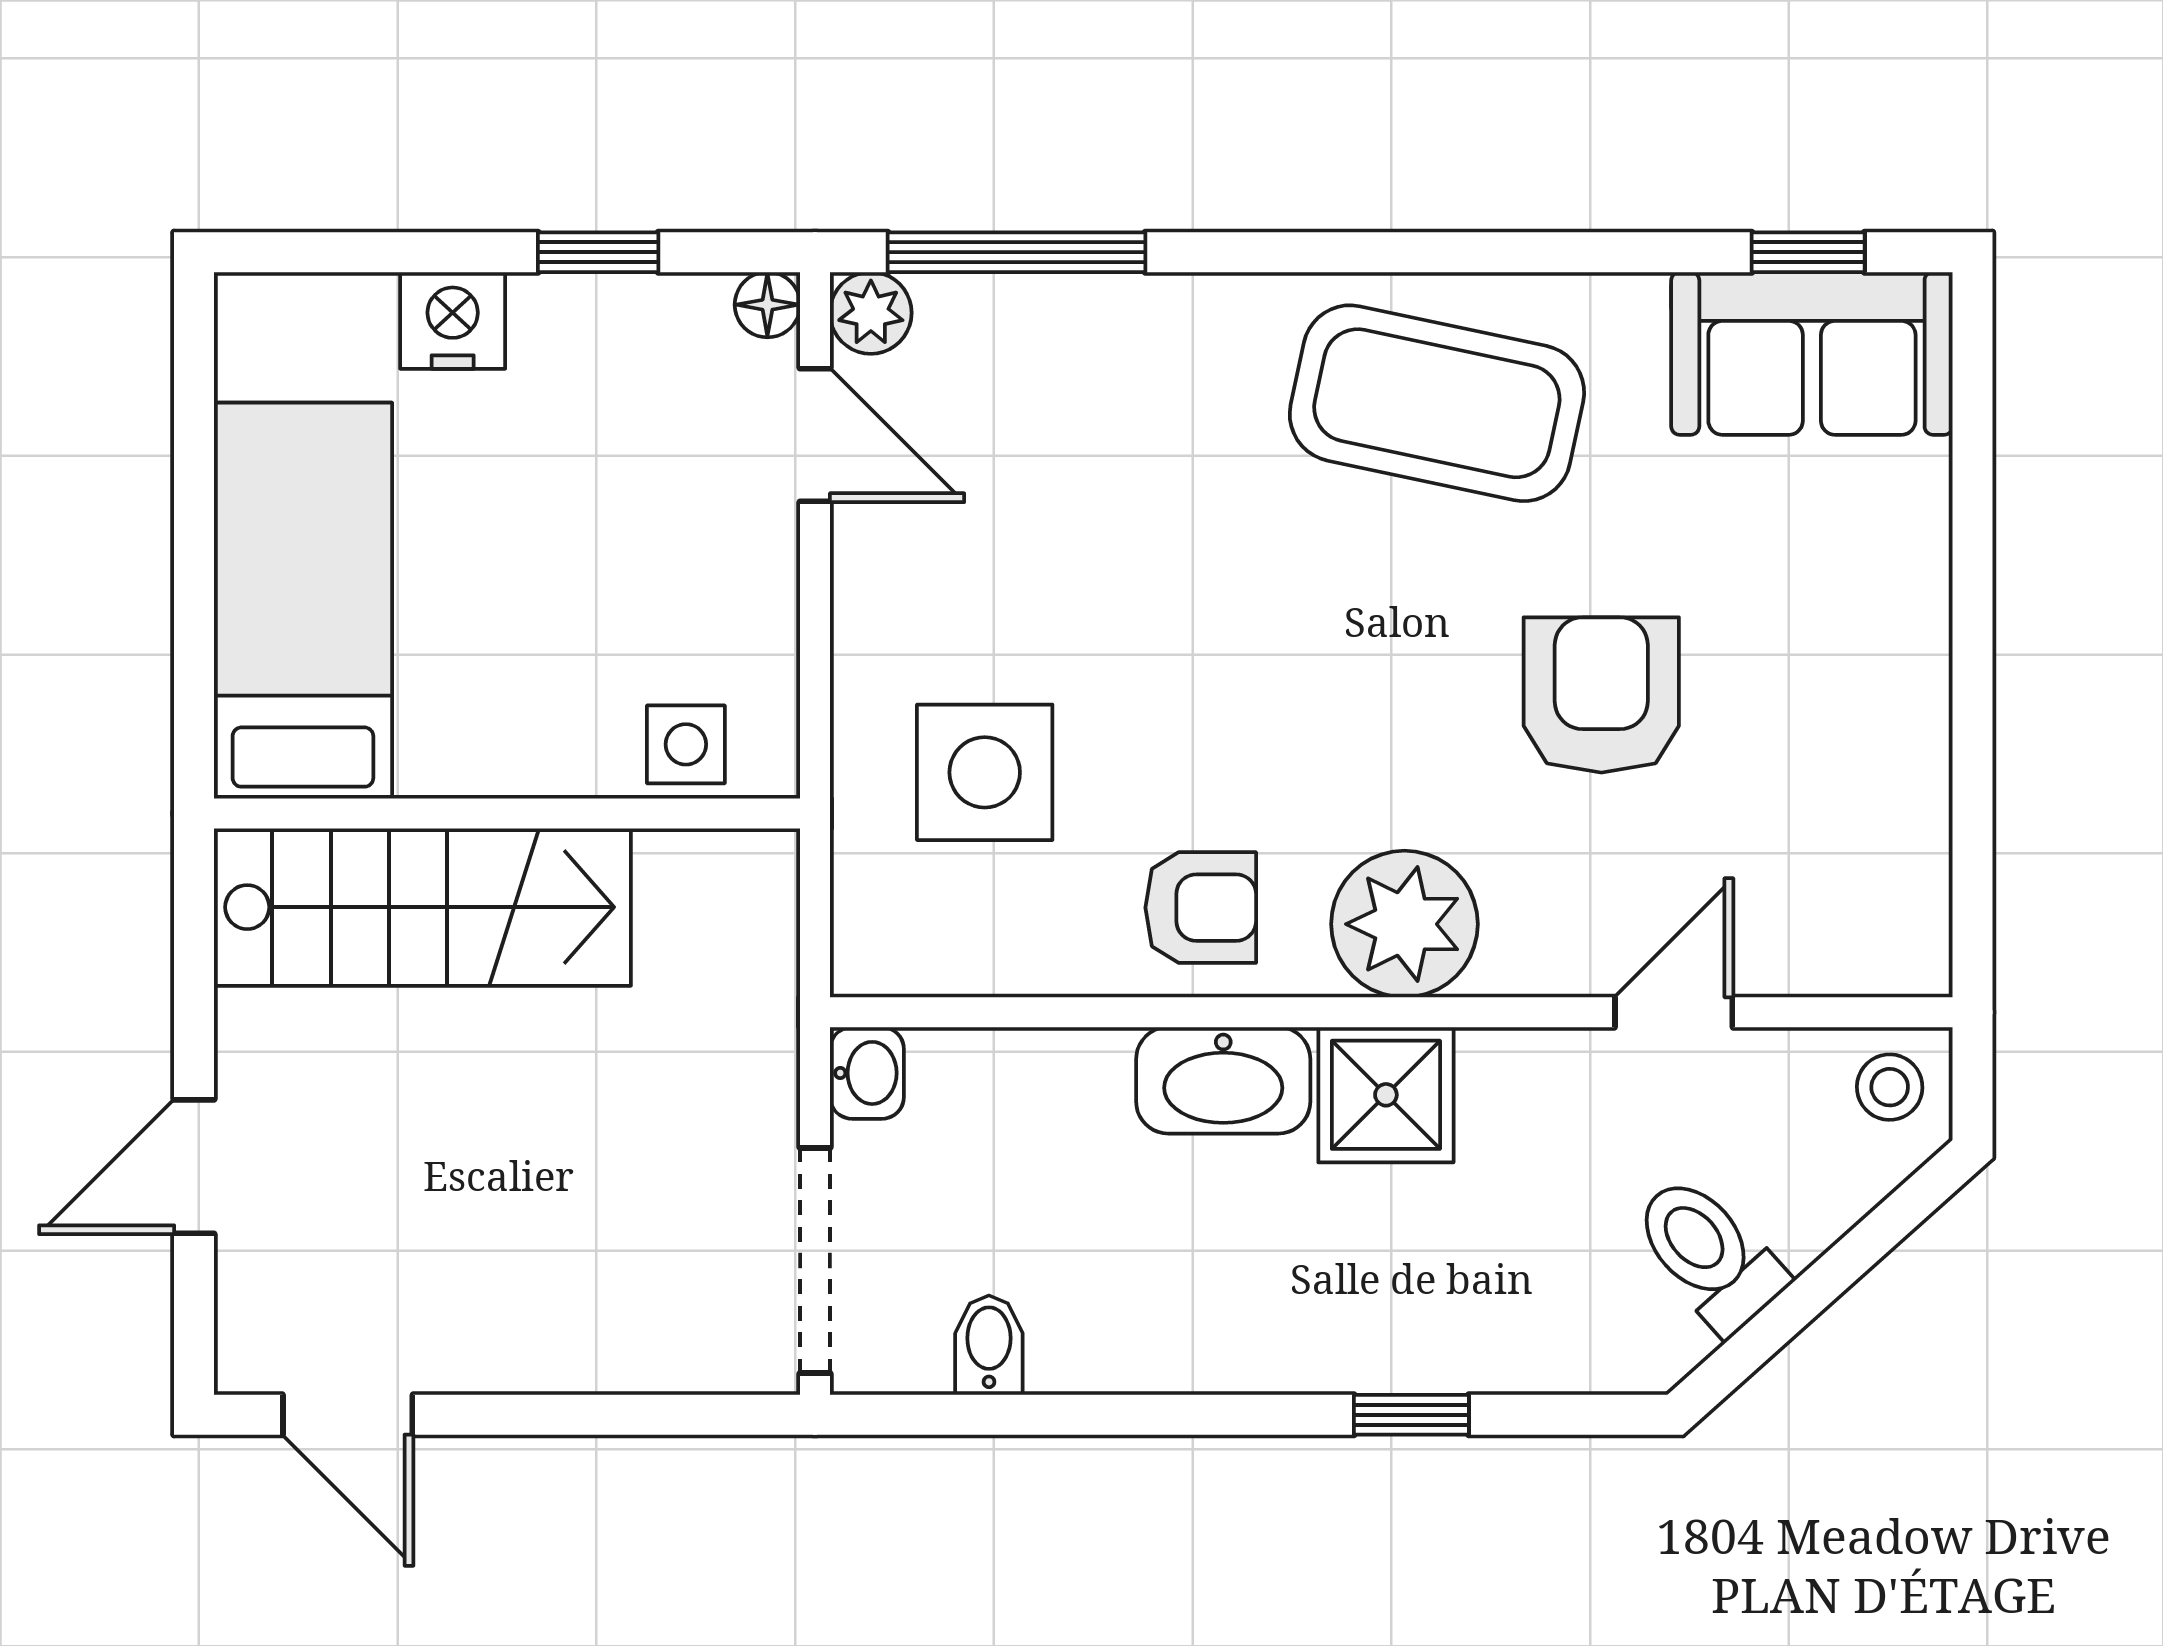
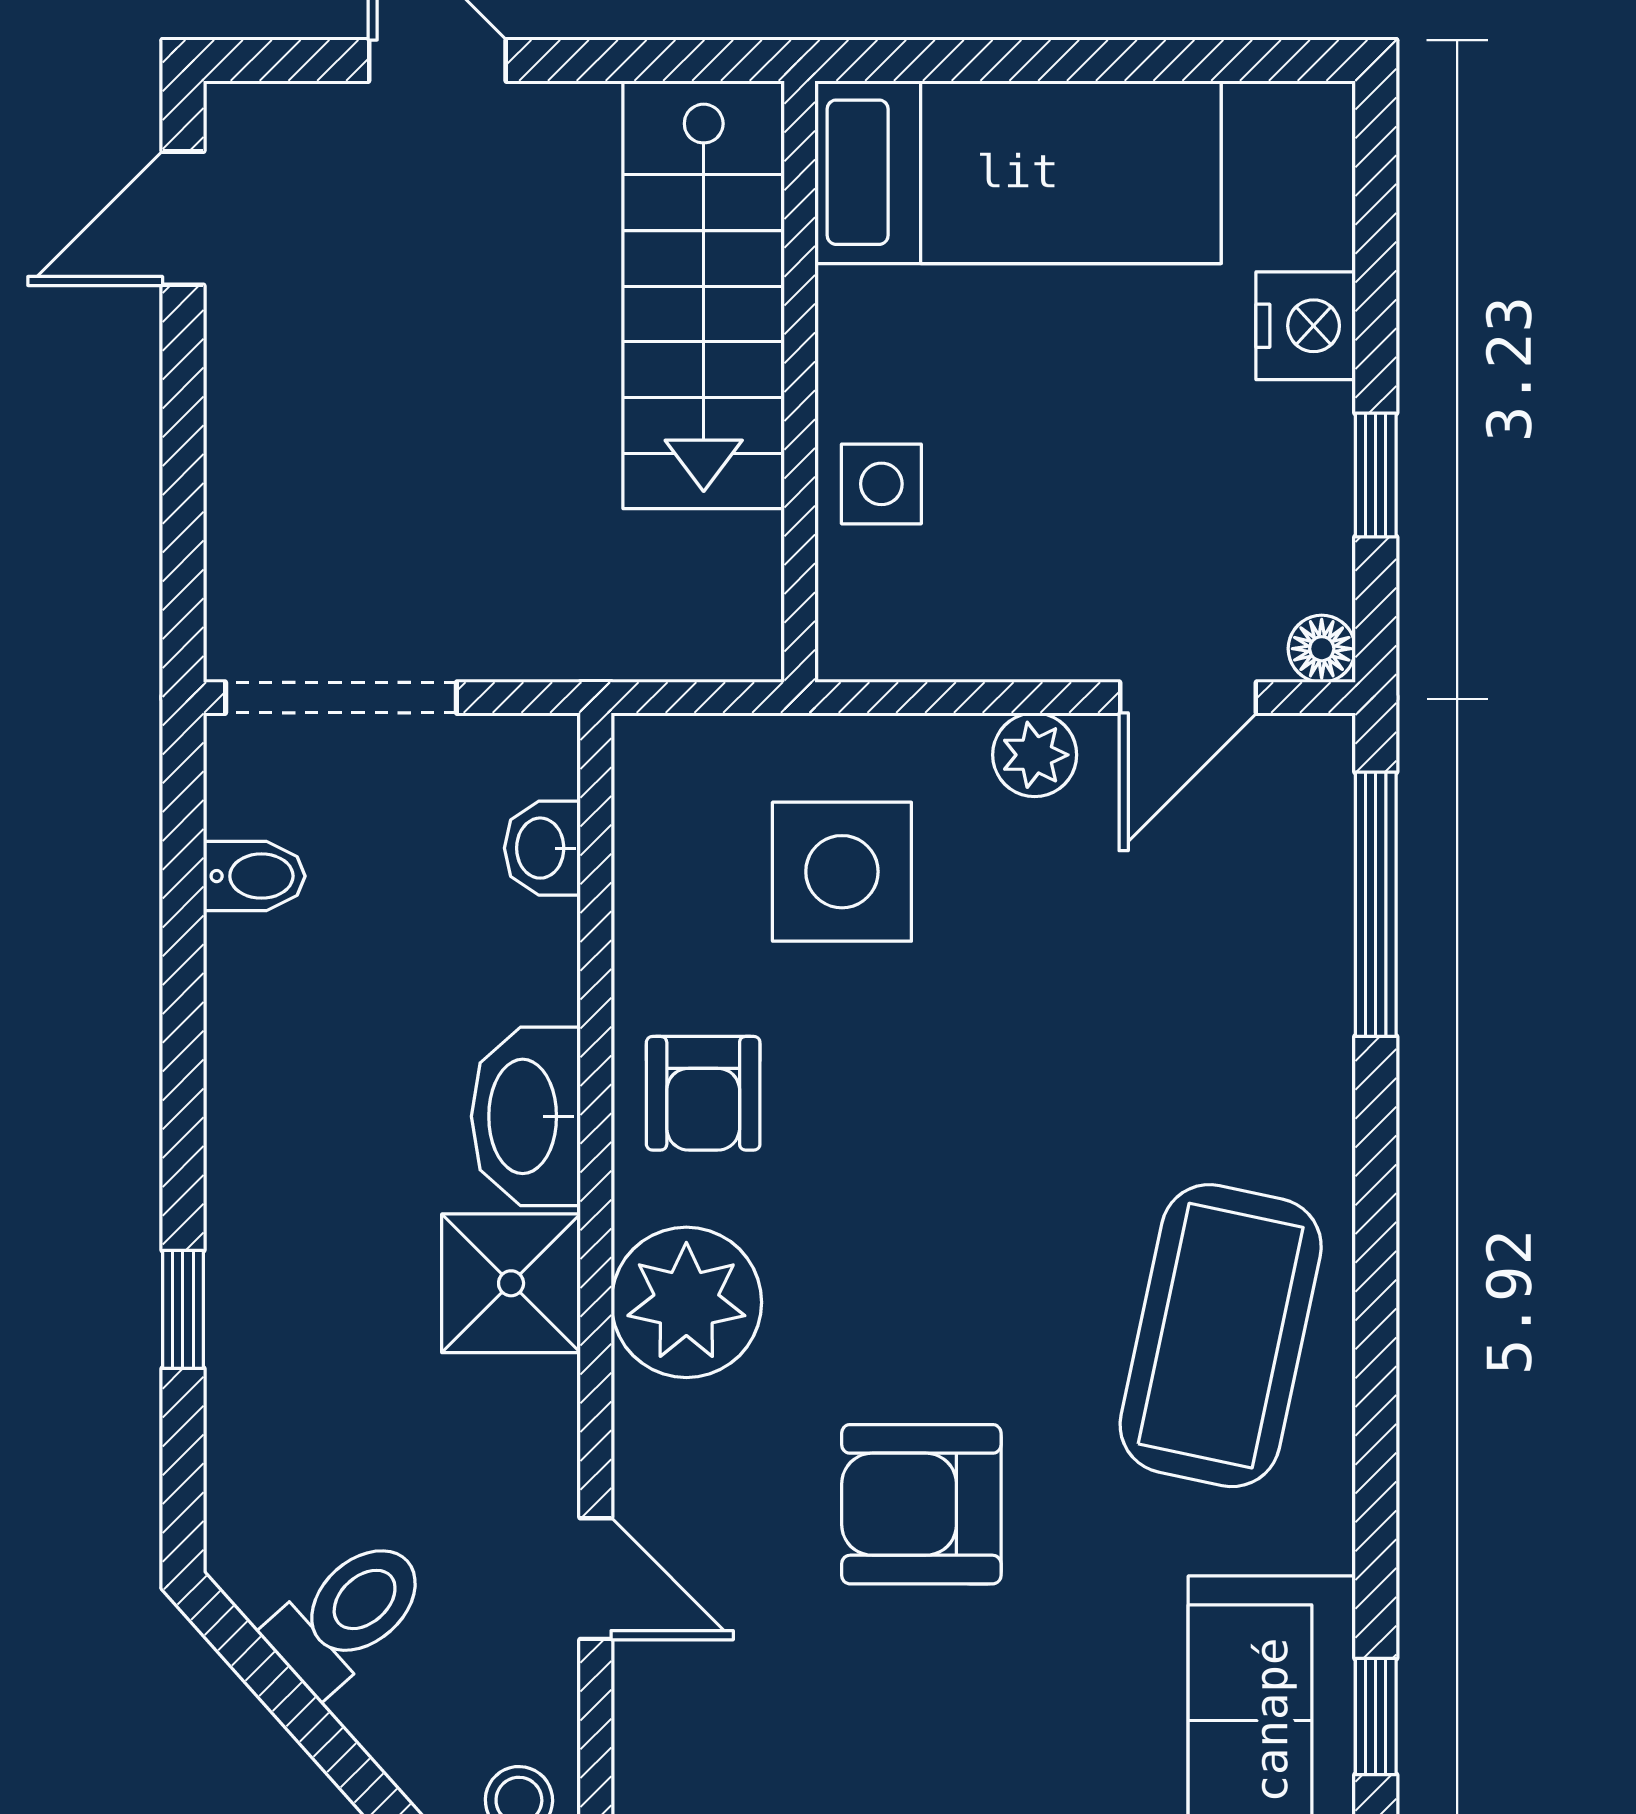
plant: (871, 313) -> (1035, 755), moved
armchair: (1601, 695) -> (921, 1504), turned 180
side table: (686, 744) -> (881, 484), moved
washbasin: (867, 1073) -> (542, 848), moved, turned 90

